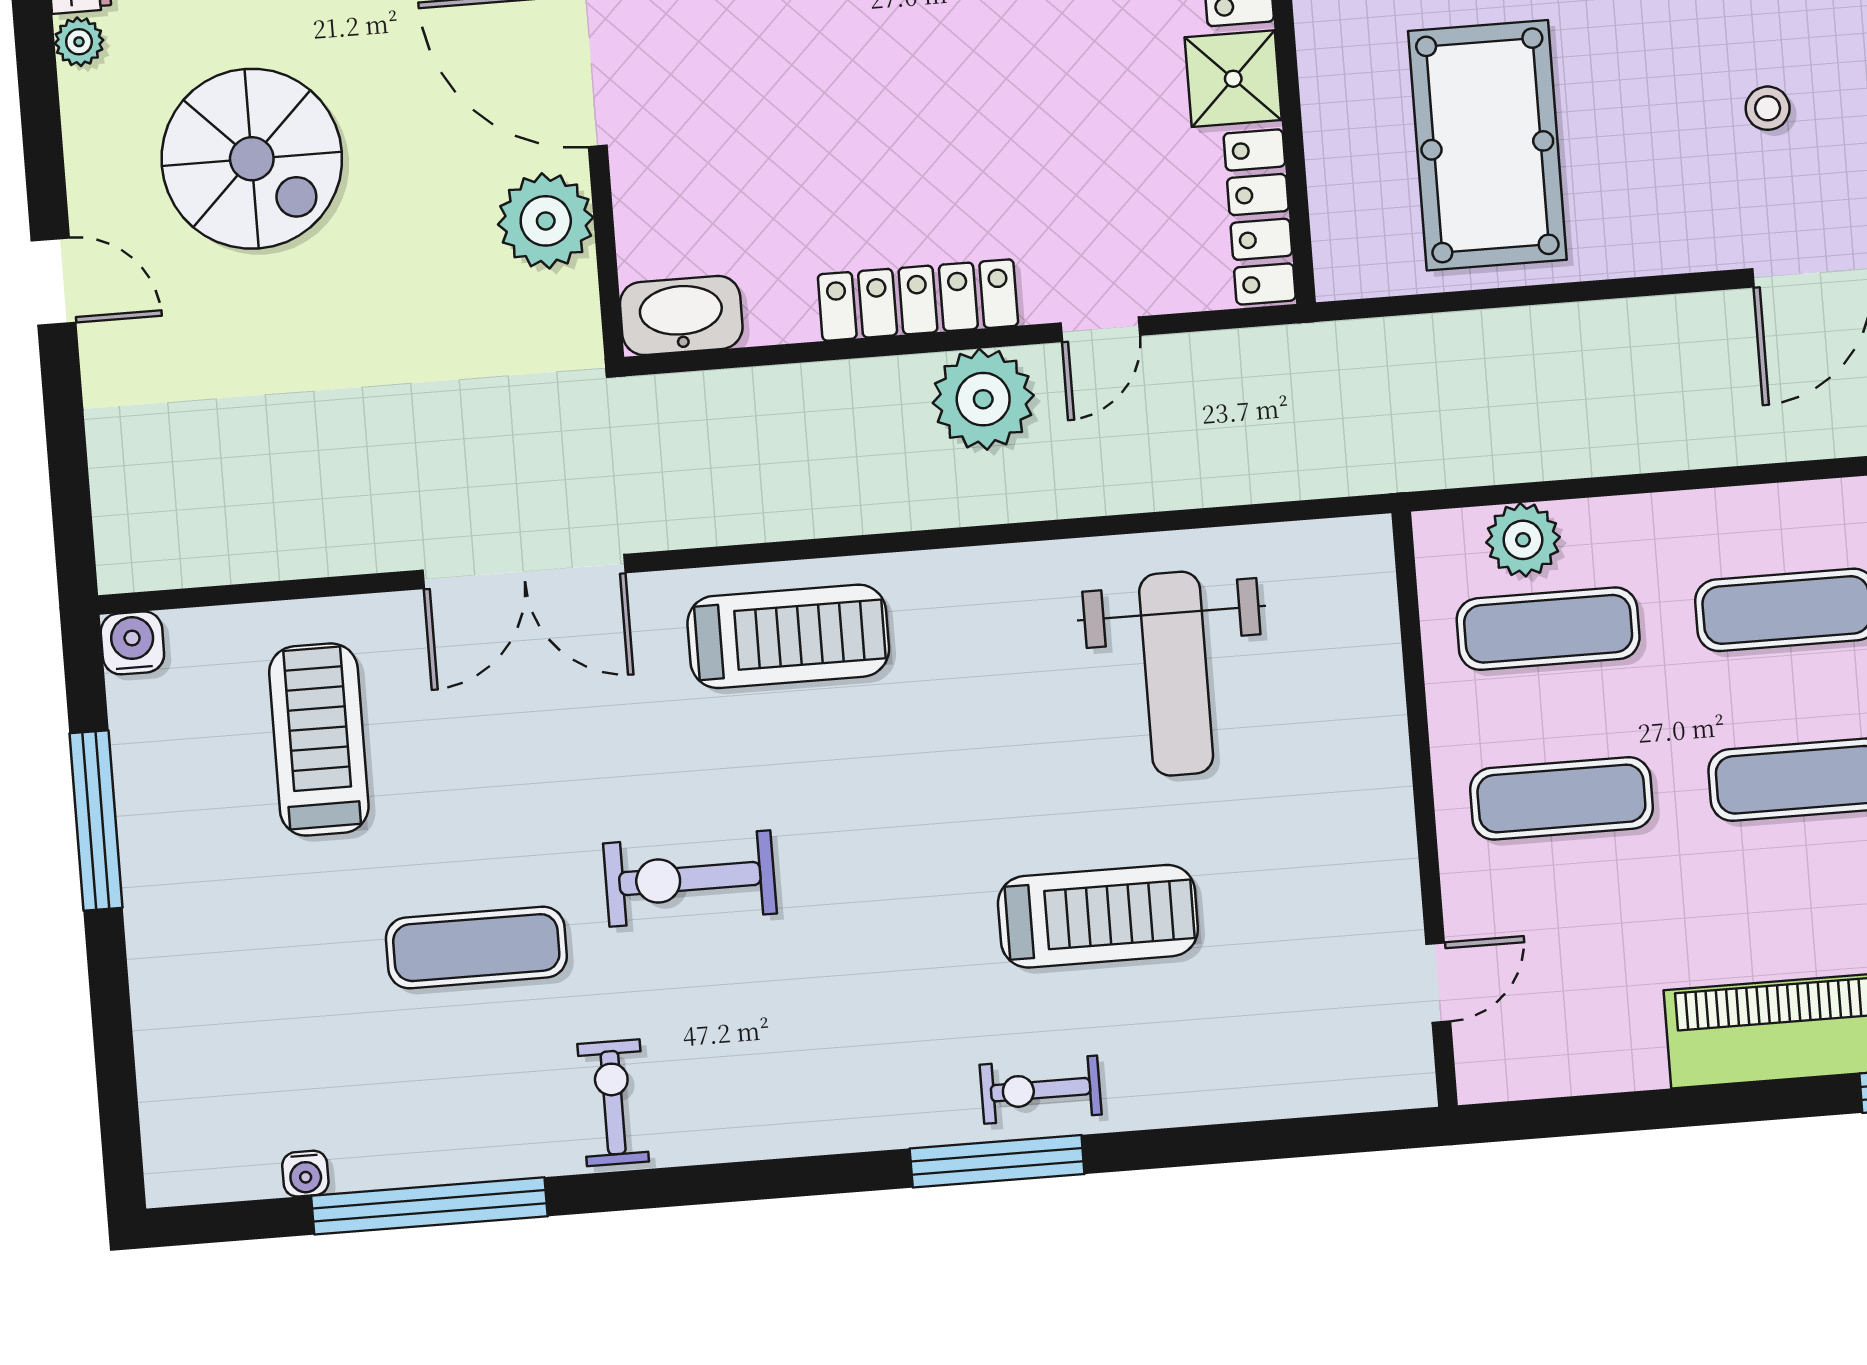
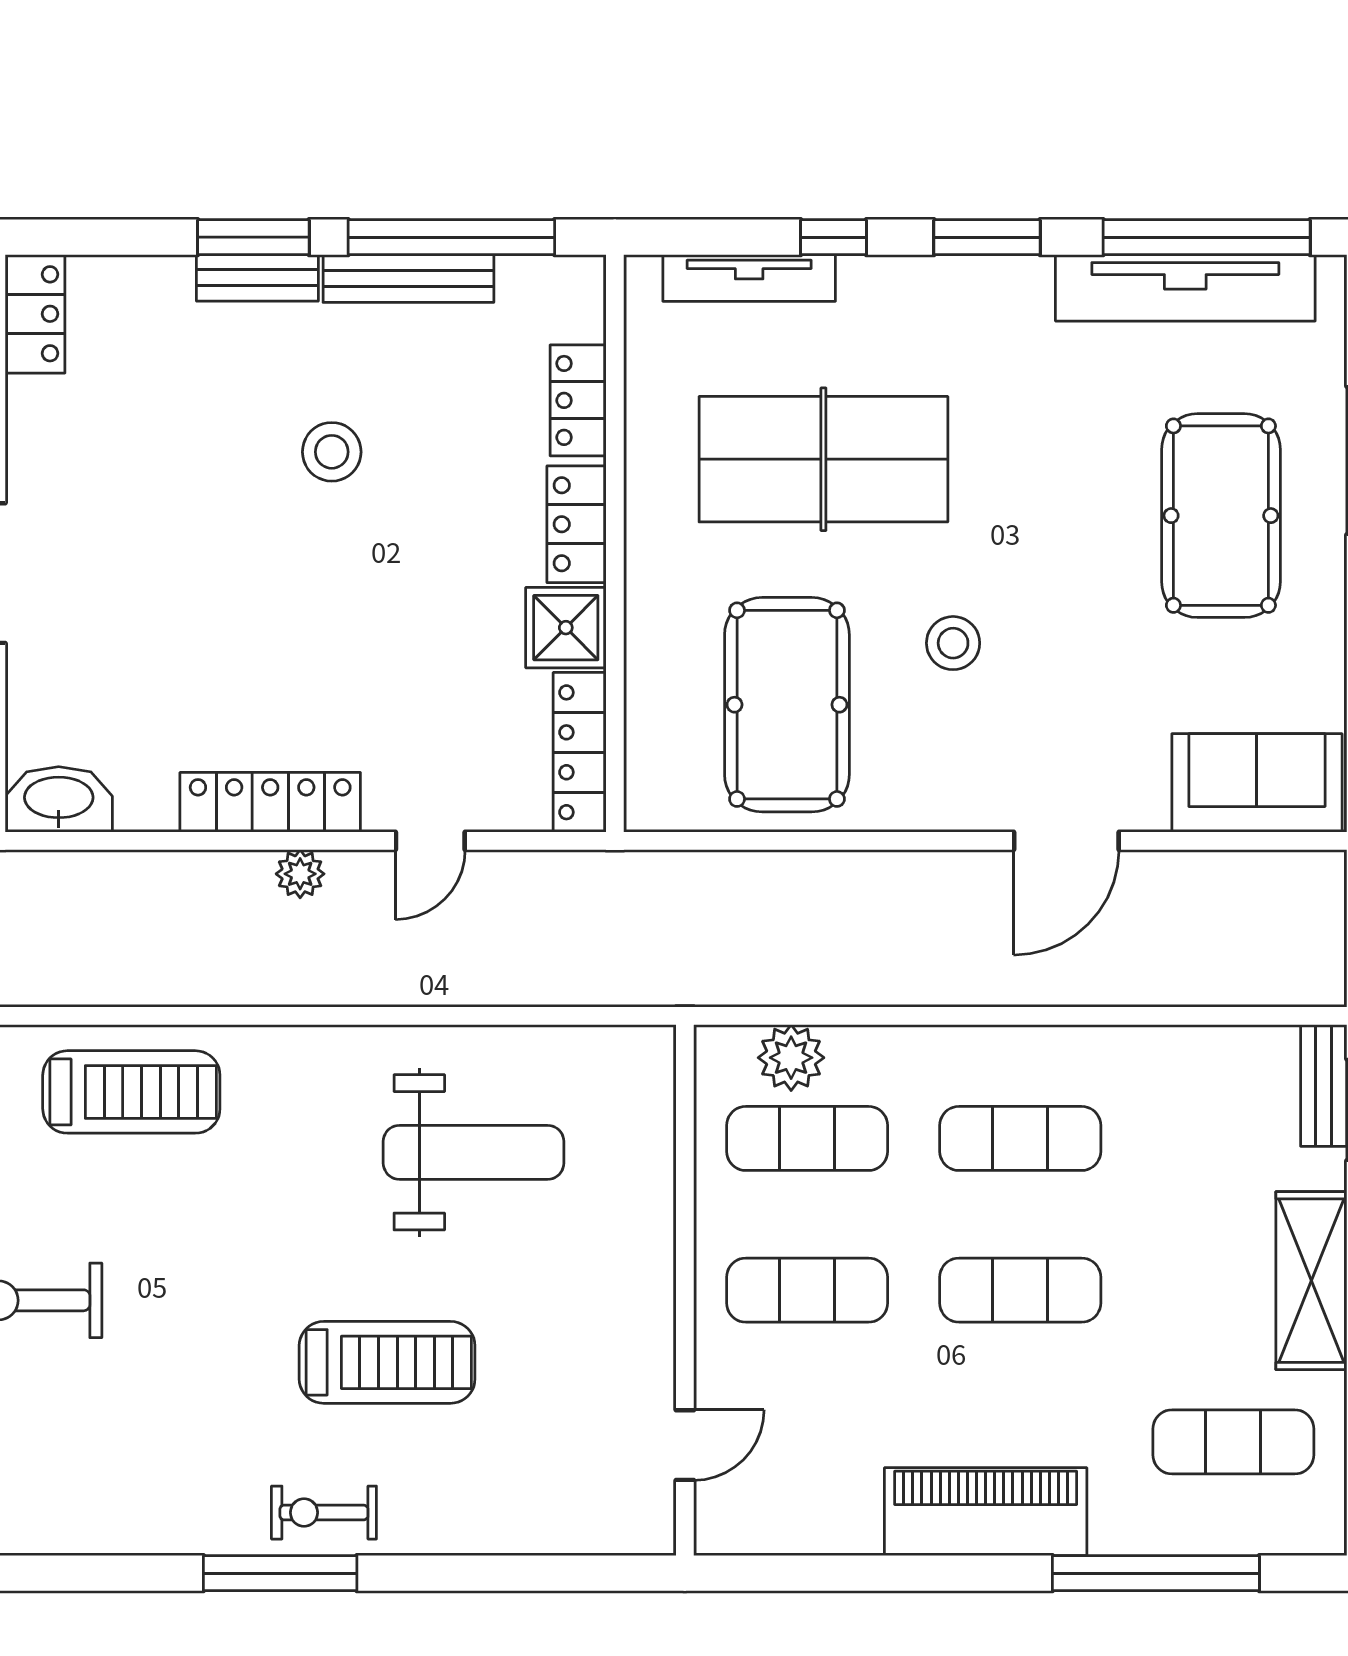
stool: (1768, 108) -> (953, 643), moved, width x1.37, depth x1.37
plant: (983, 399) -> (300, 874), width x0.53, depth x0.53
weight bench: (1176, 674) -> (474, 1152), turned -90

